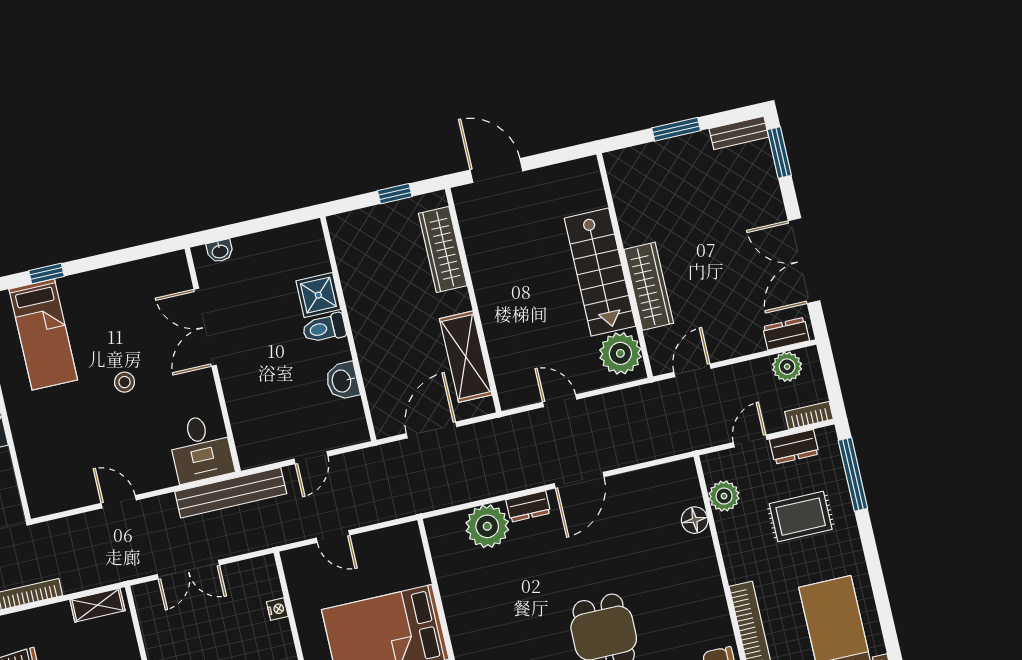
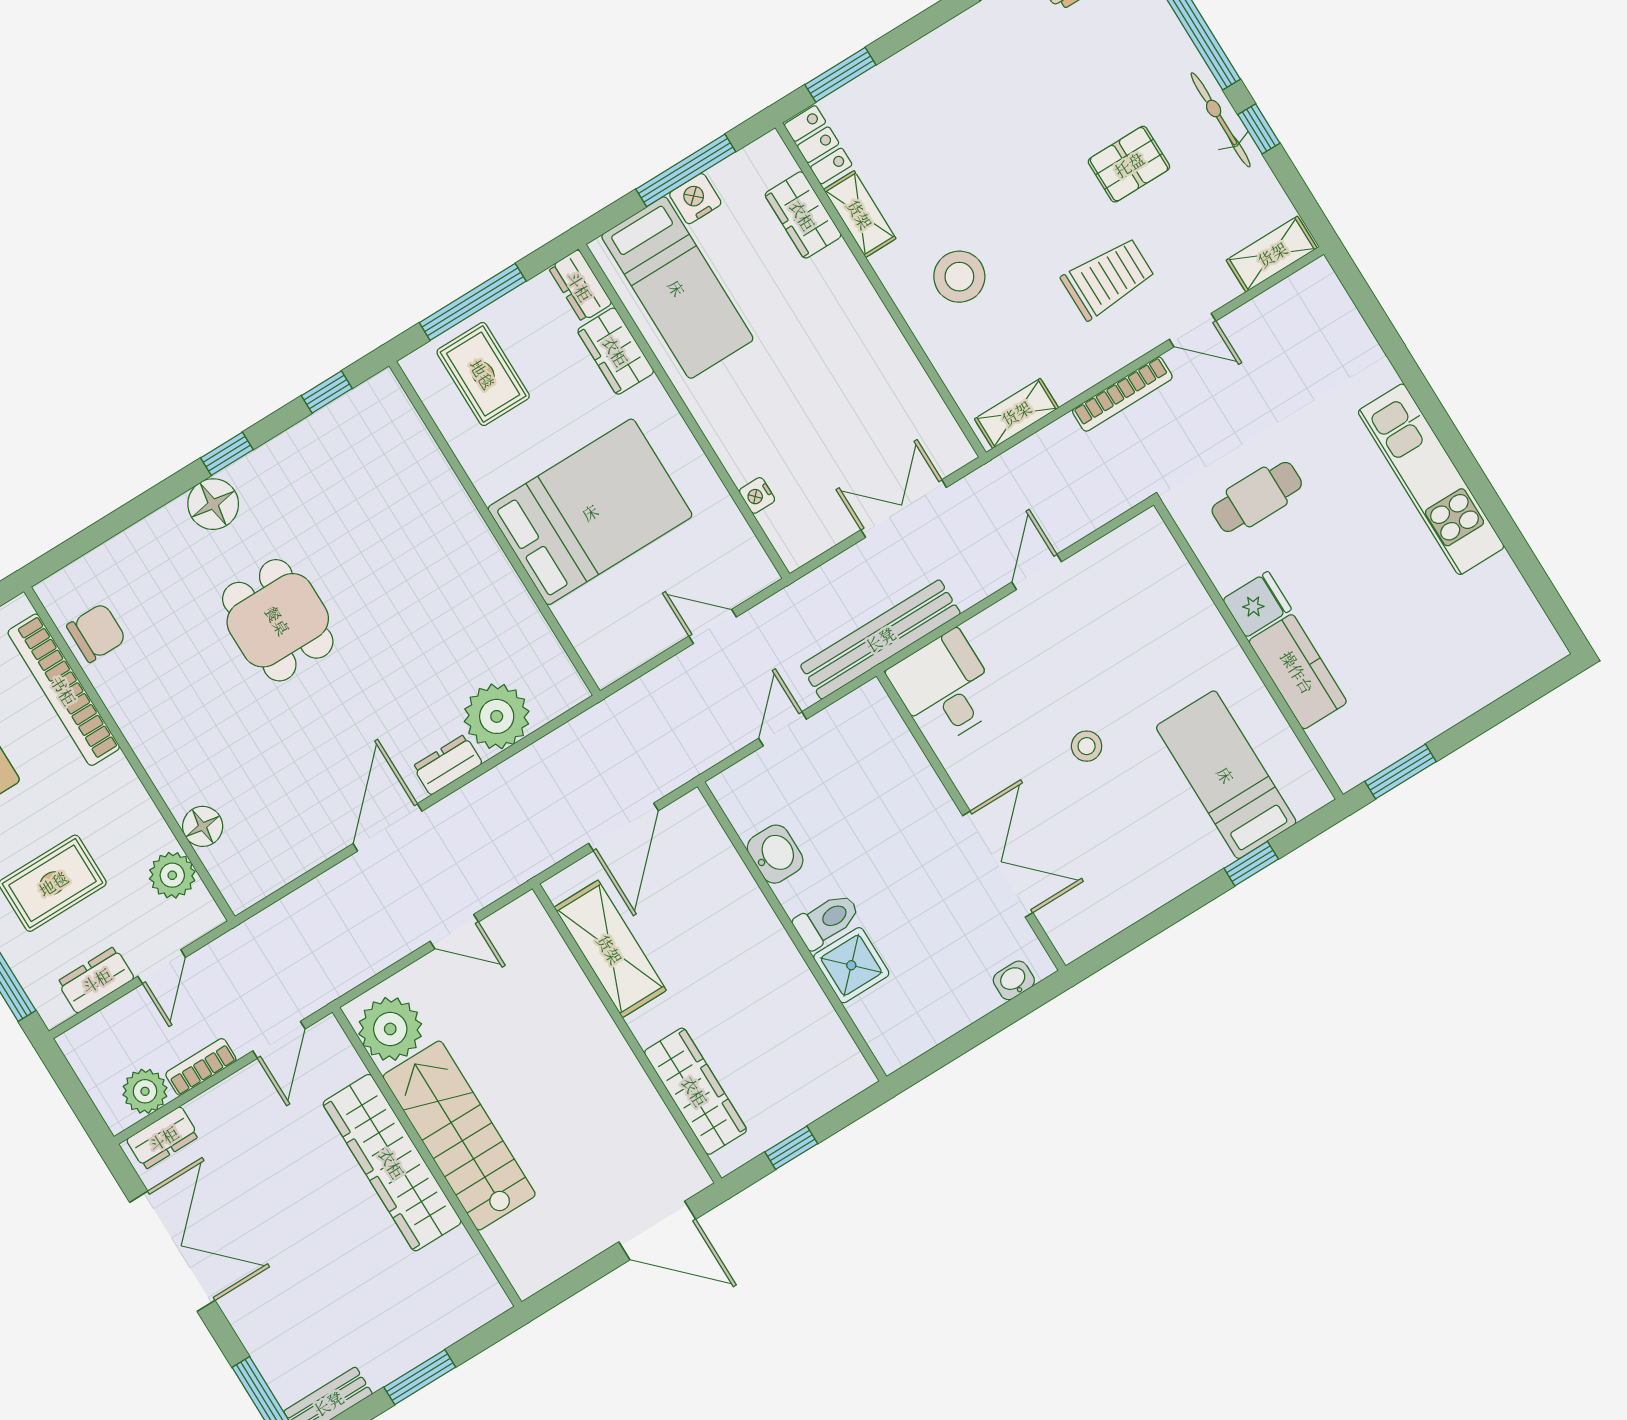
wardrobe: (649, 286) -> (392, 1163), width x1.40, depth x1.17
bookcase: (809, 415) -> (201, 1067), moved, turned 180
door: (119, 502) -> (1037, 572), swing flipped

